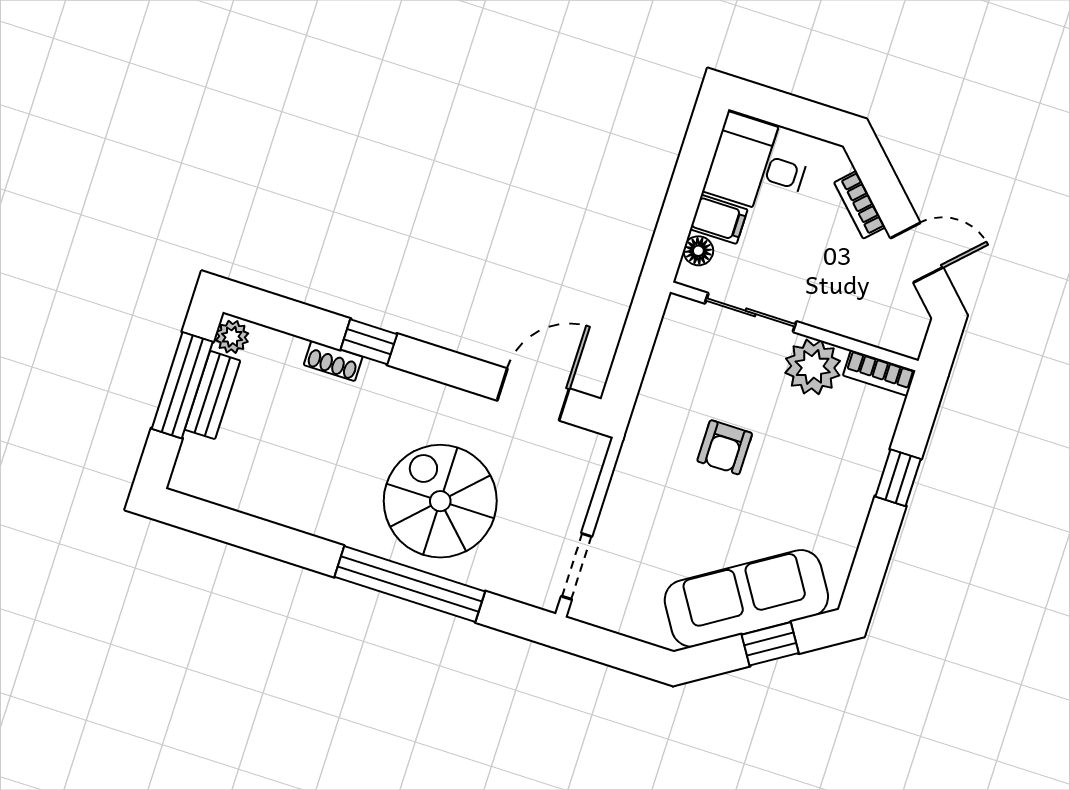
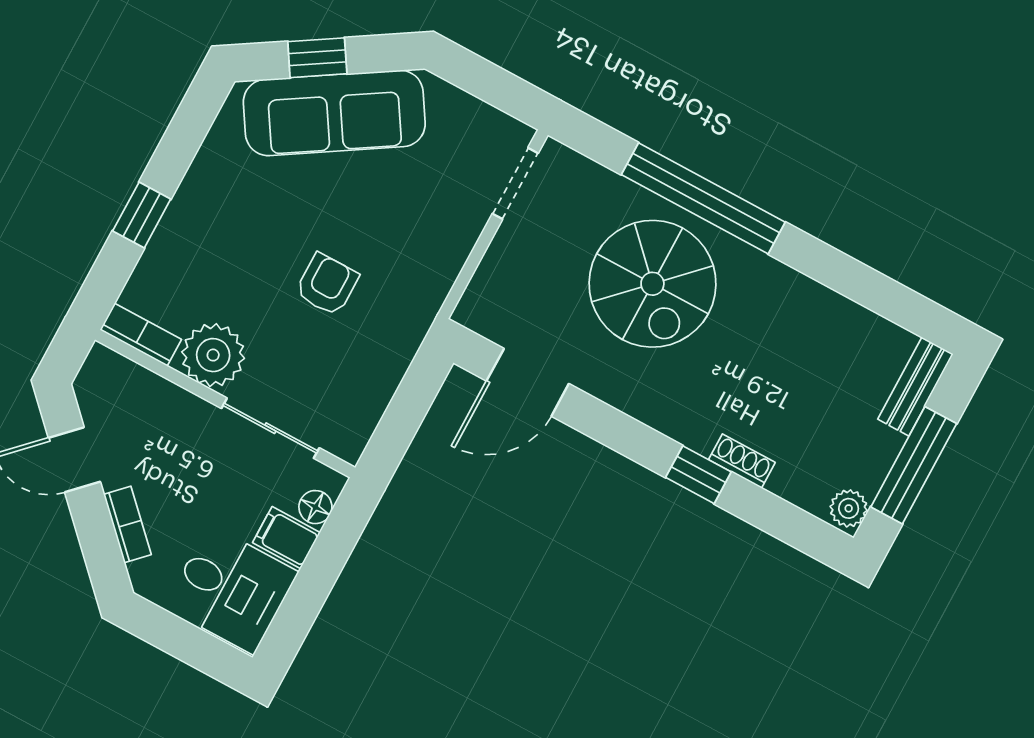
bench: (213, 395) -> (915, 387), moved

